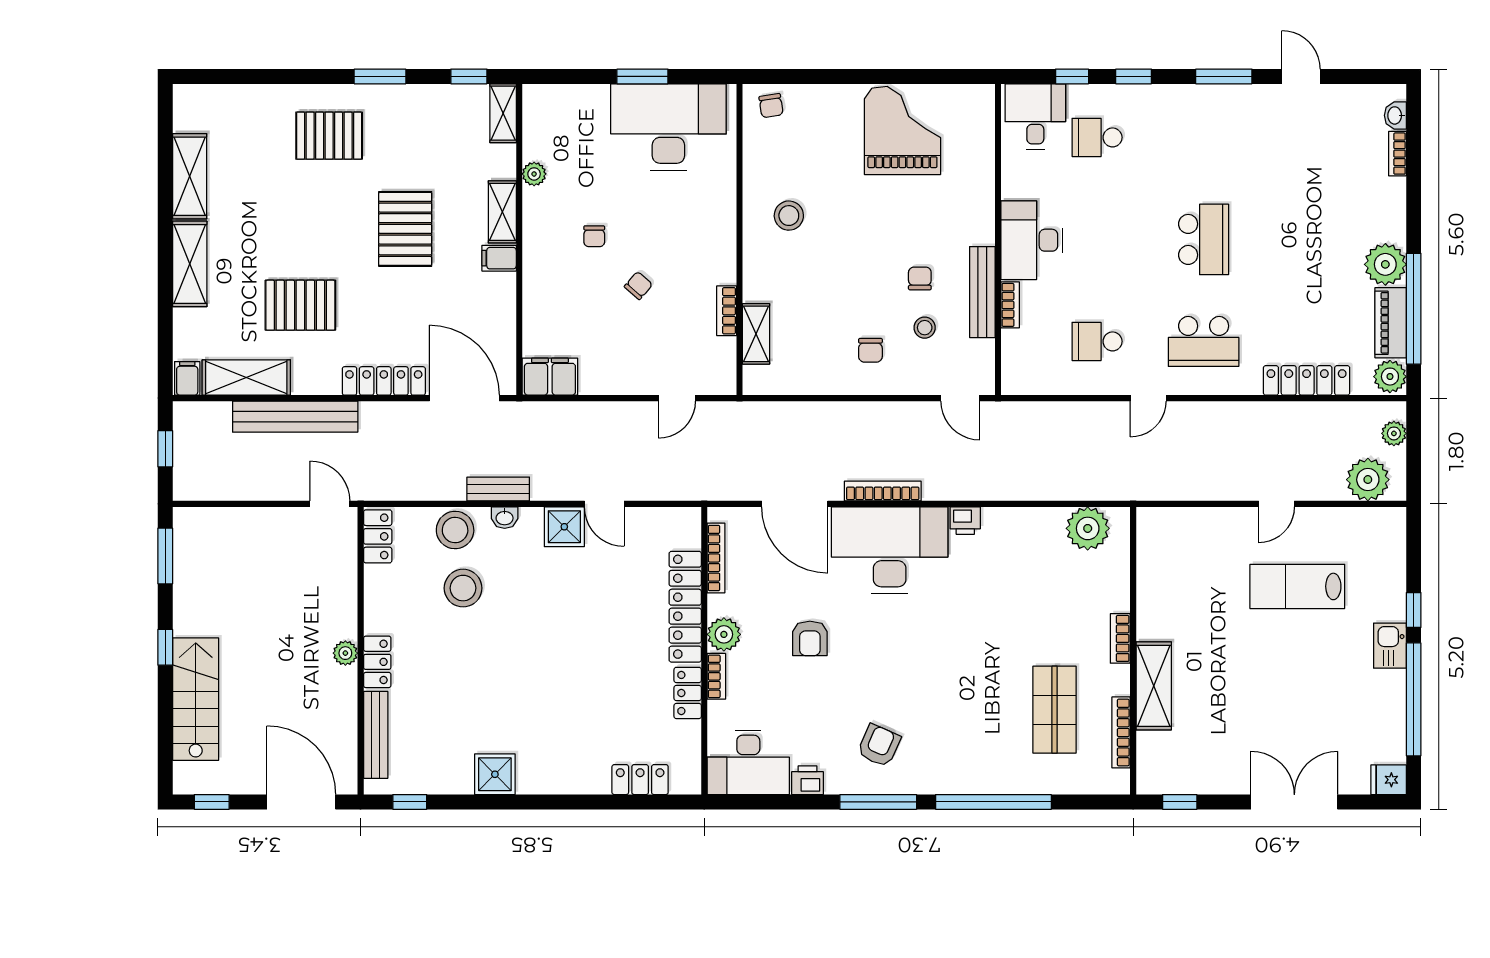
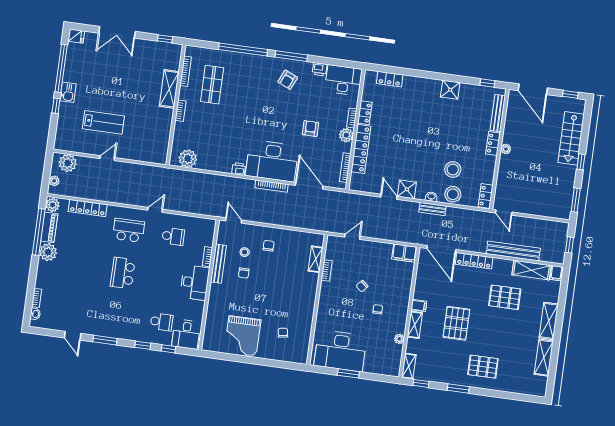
chair: (771, 106) -> (283, 333), moved
stool: (789, 216) -> (295, 307), removed

